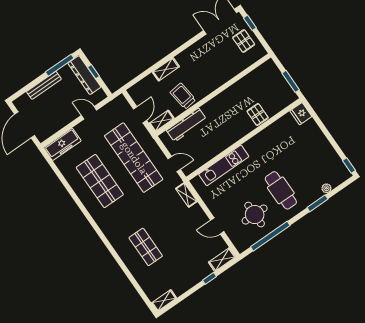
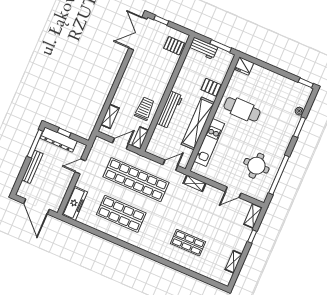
pallet: (244, 41) -> (174, 46), moved
shelving: (166, 69) -> (110, 116), moved
workbench: (273, 74) -> (203, 48), added
trolley: (183, 96) -> (145, 109), turned 97
door: (140, 115) -> (120, 144), hinge flipped
workbench: (186, 125) -> (170, 110), moved
shelving: (224, 141) -> (198, 123), added
cafe table: (281, 190) -> (242, 109), moved
shelving: (164, 301) -> (234, 262), moved

